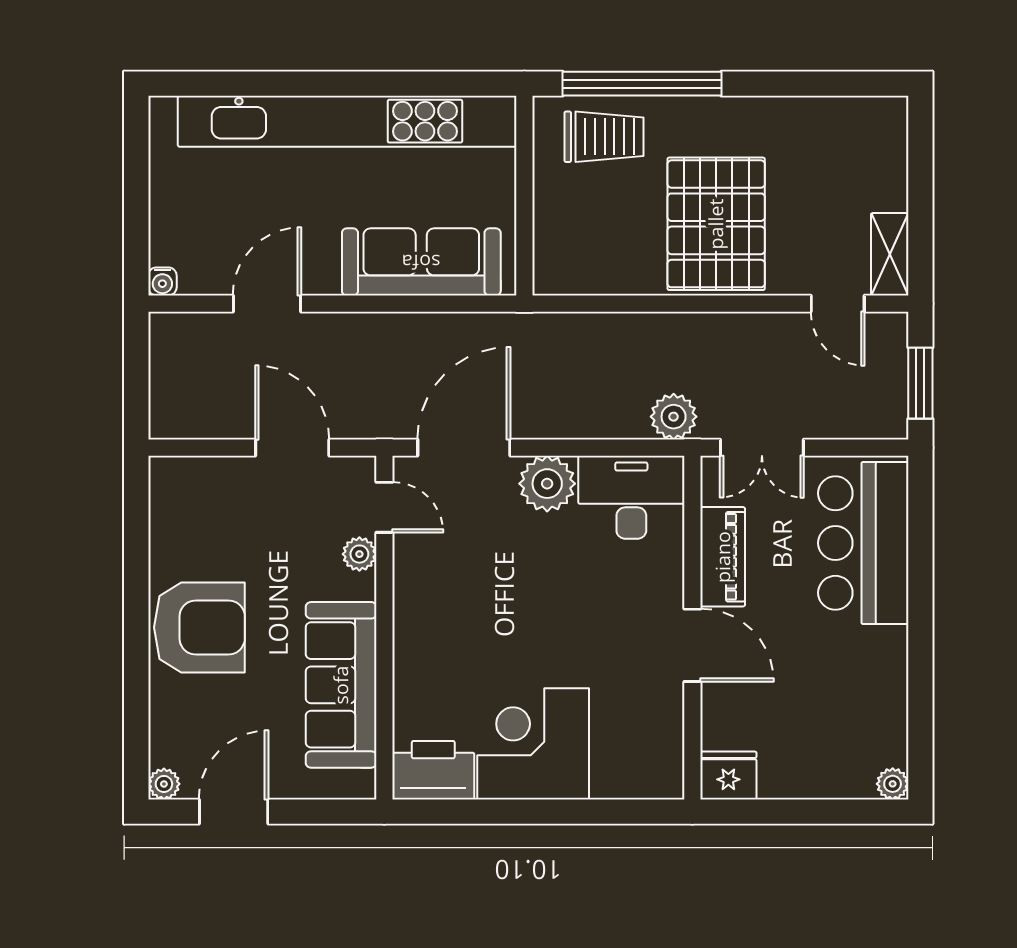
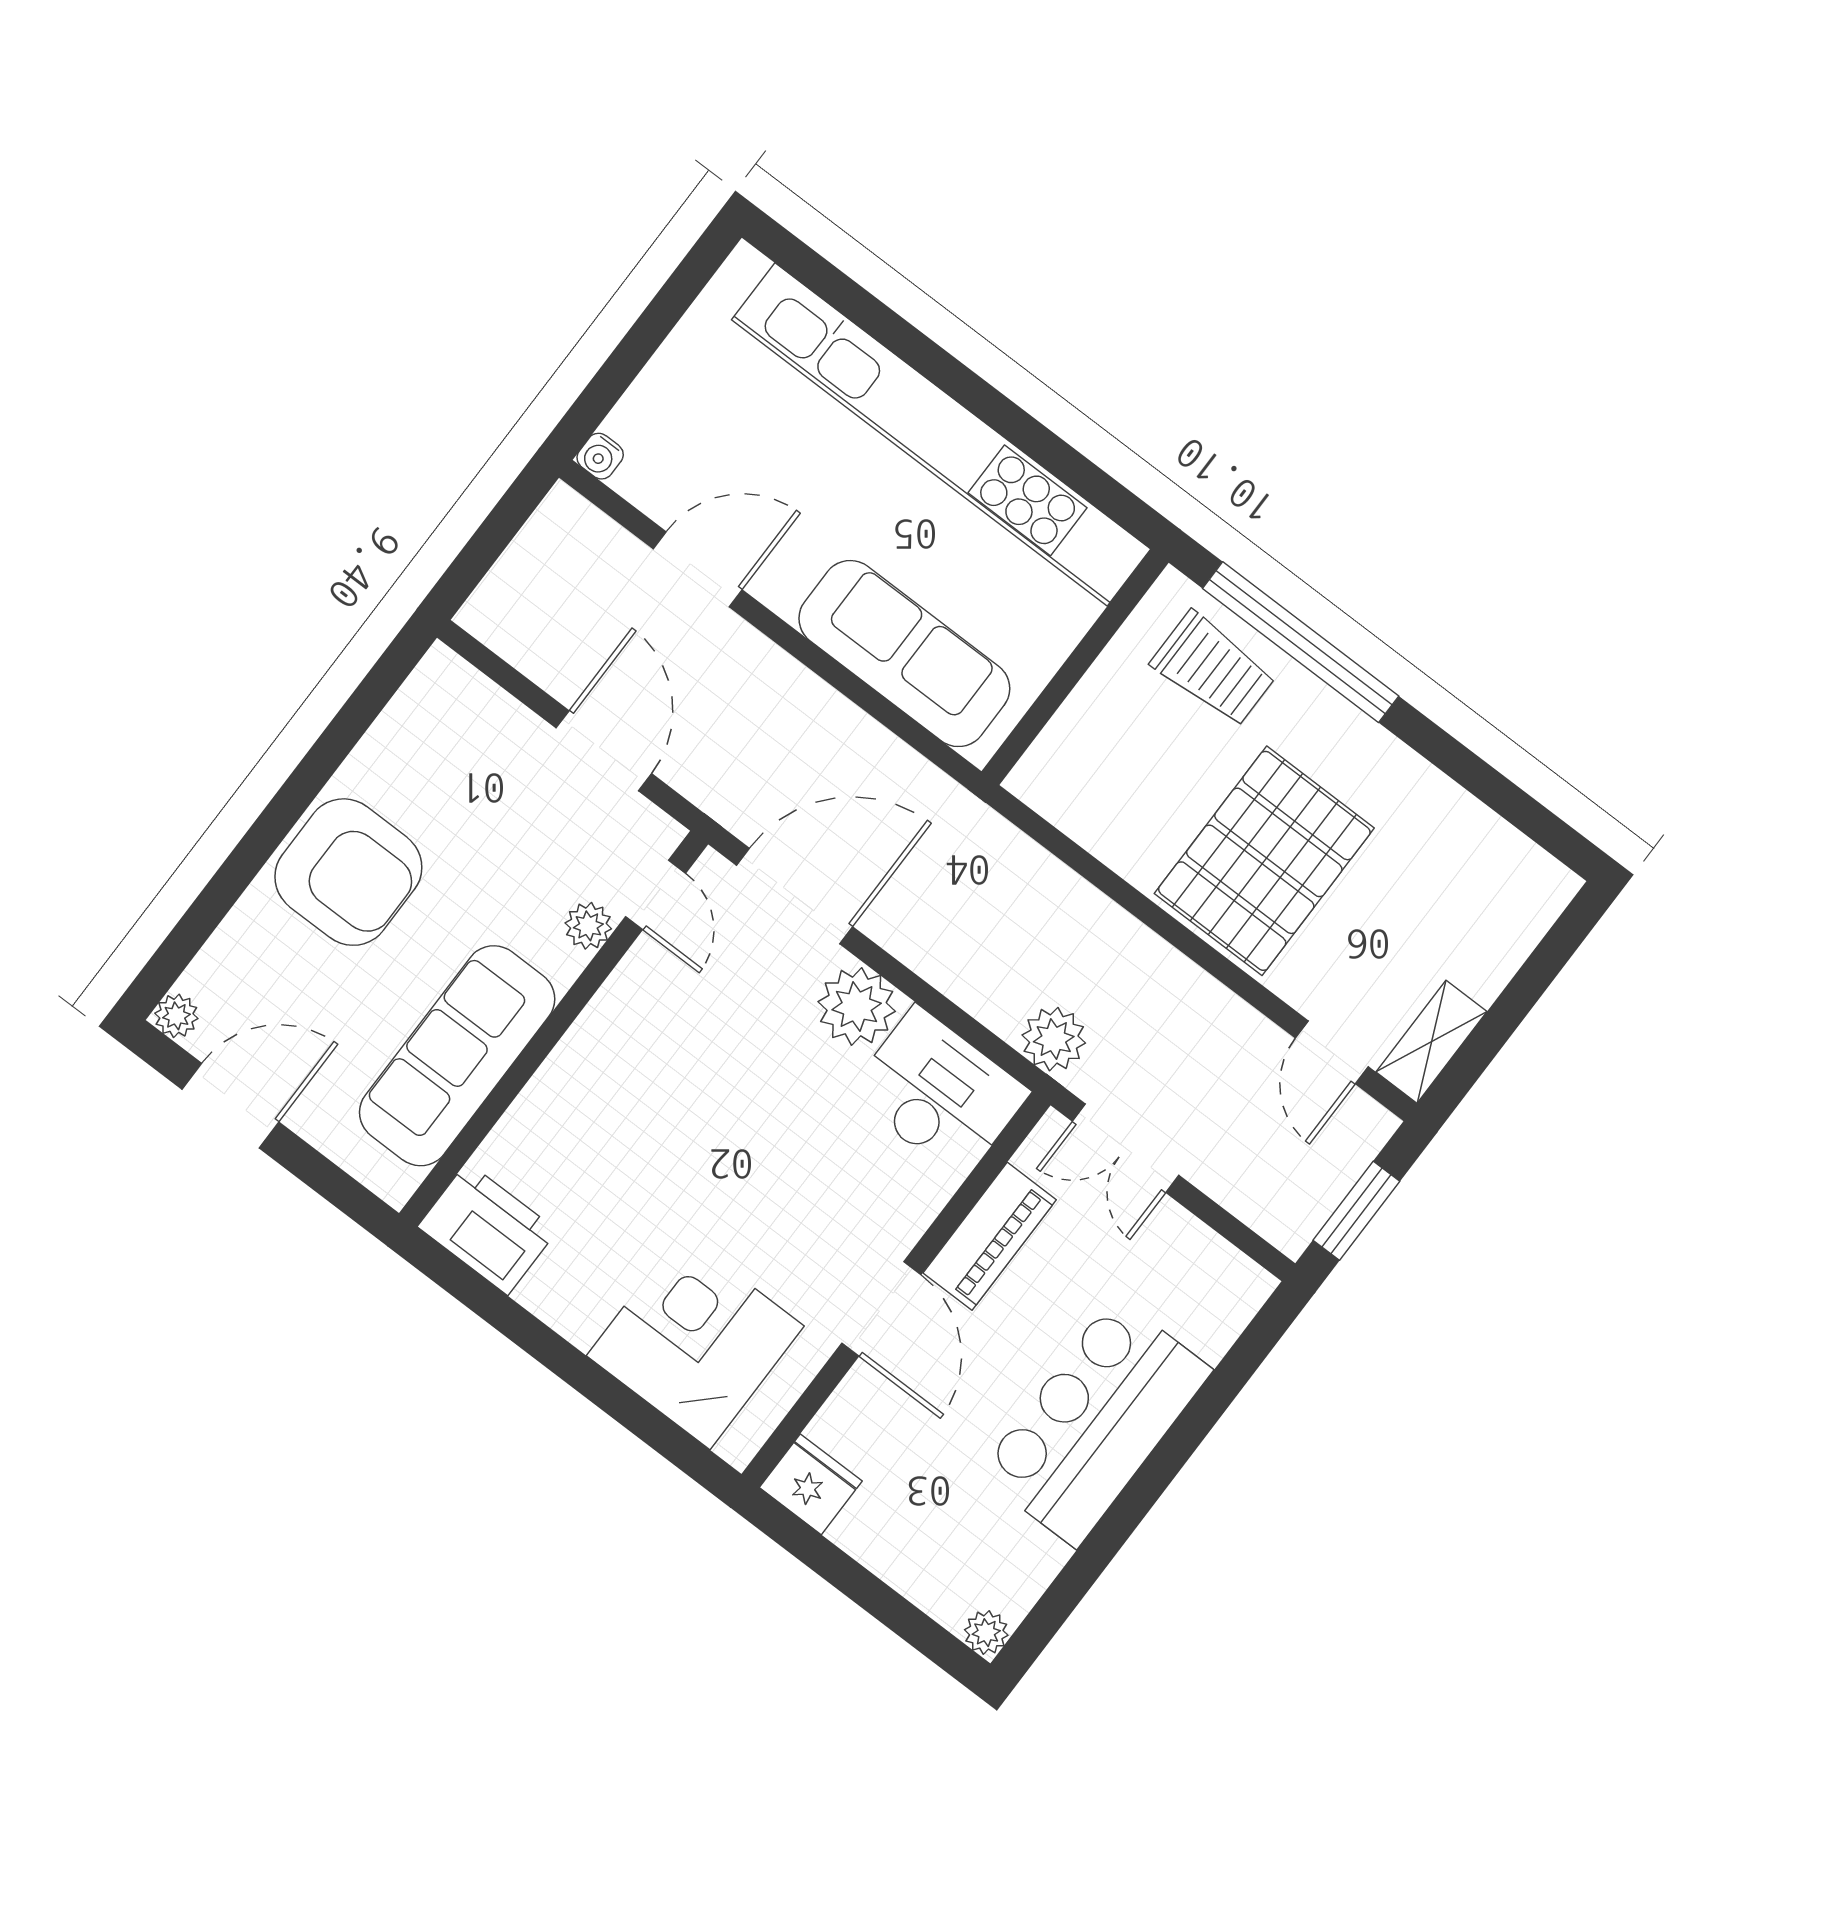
bar counter: (863, 543) -> (1095, 1422), moved
corner desk: (533, 744) -> (695, 1341), moved

